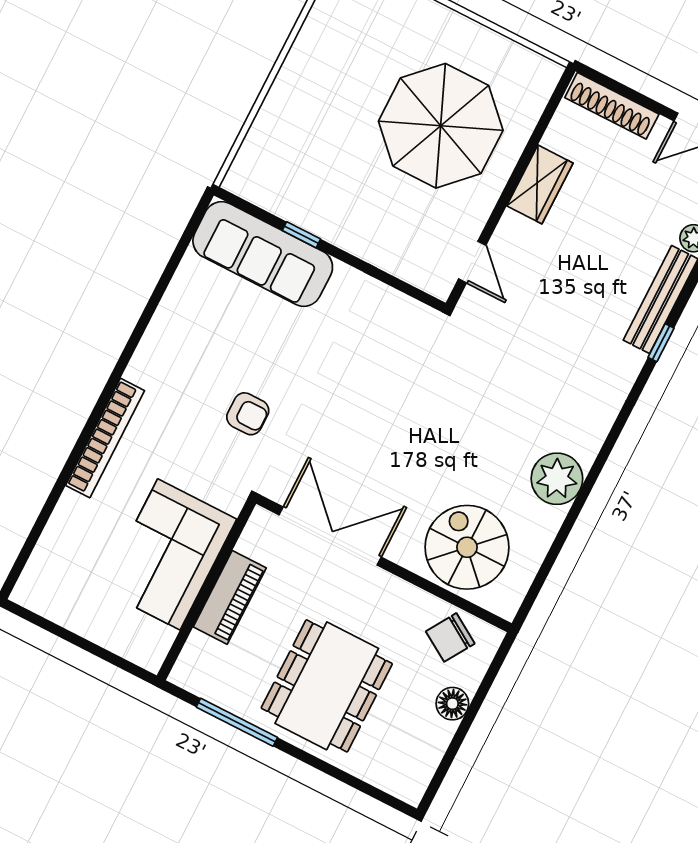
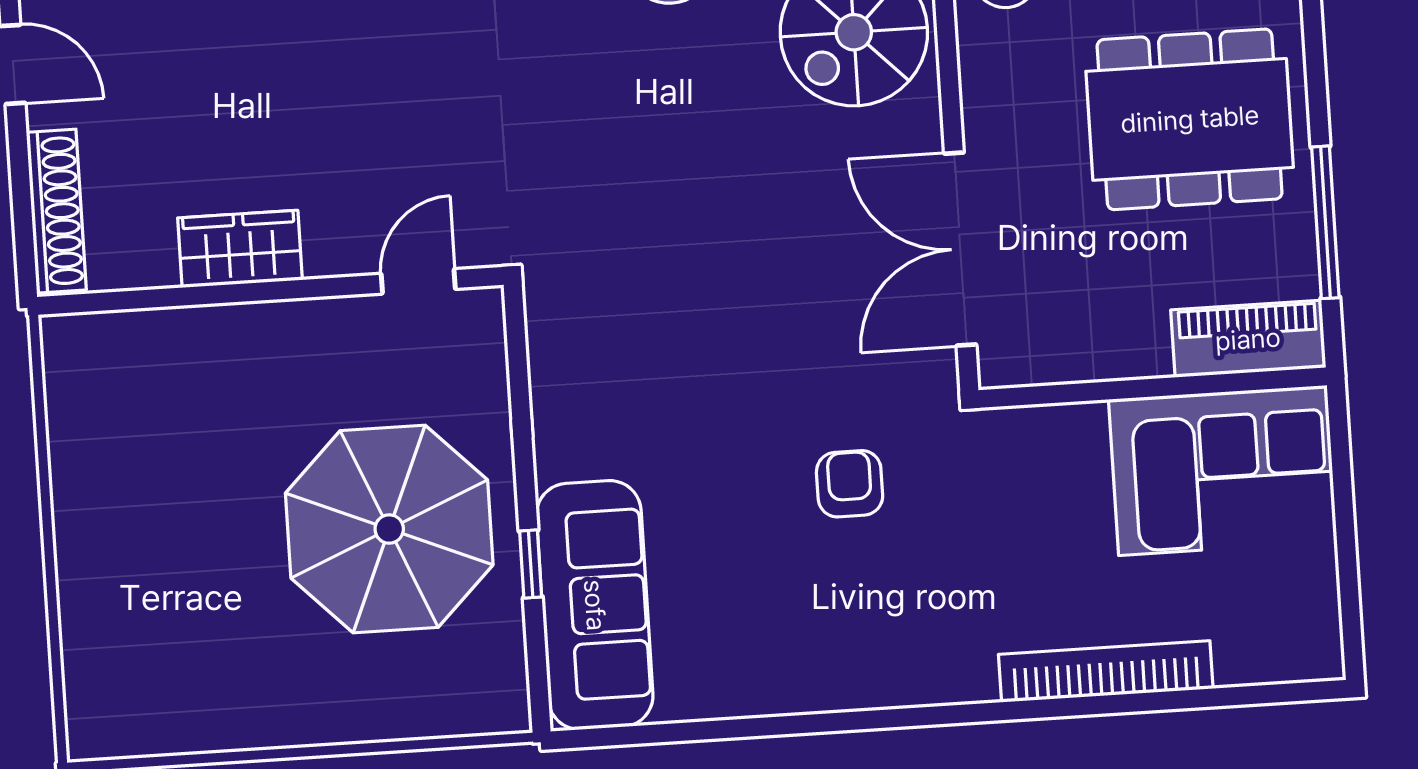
parasol: (441, 126) -> (389, 529), moved
bookcase: (105, 438) -> (1106, 672), moved
corner sofa: (169, 554) -> (1223, 470), moved
piano: (230, 597) -> (1248, 339), moved

